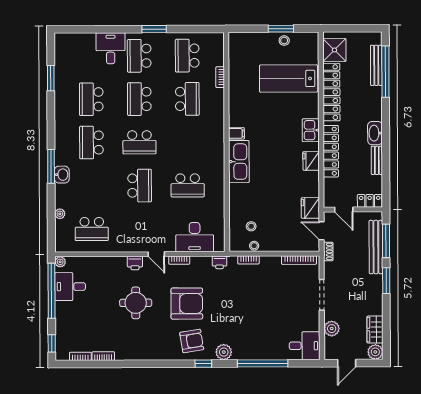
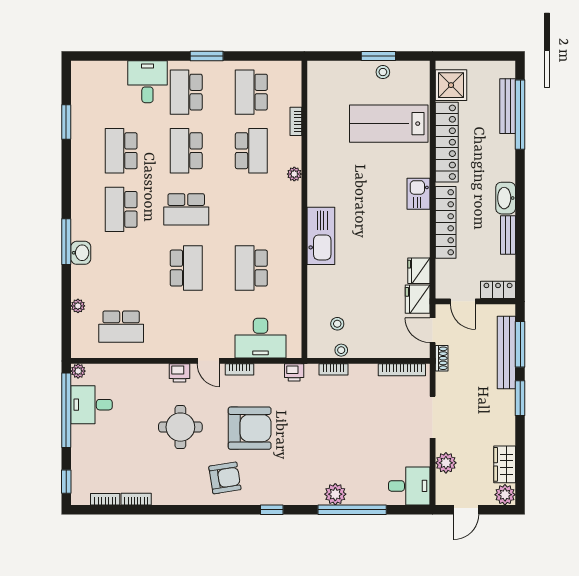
plant: (219, 116) -> (294, 174), added
filing cabinet: (236, 133) -> (318, 198), removed
fridge: (311, 161) -> (419, 271), moved
school desk: (188, 185) -> (251, 268), turned 90
armchair: (192, 341) -> (225, 478), moved
plant: (224, 352) -> (335, 494), moved

